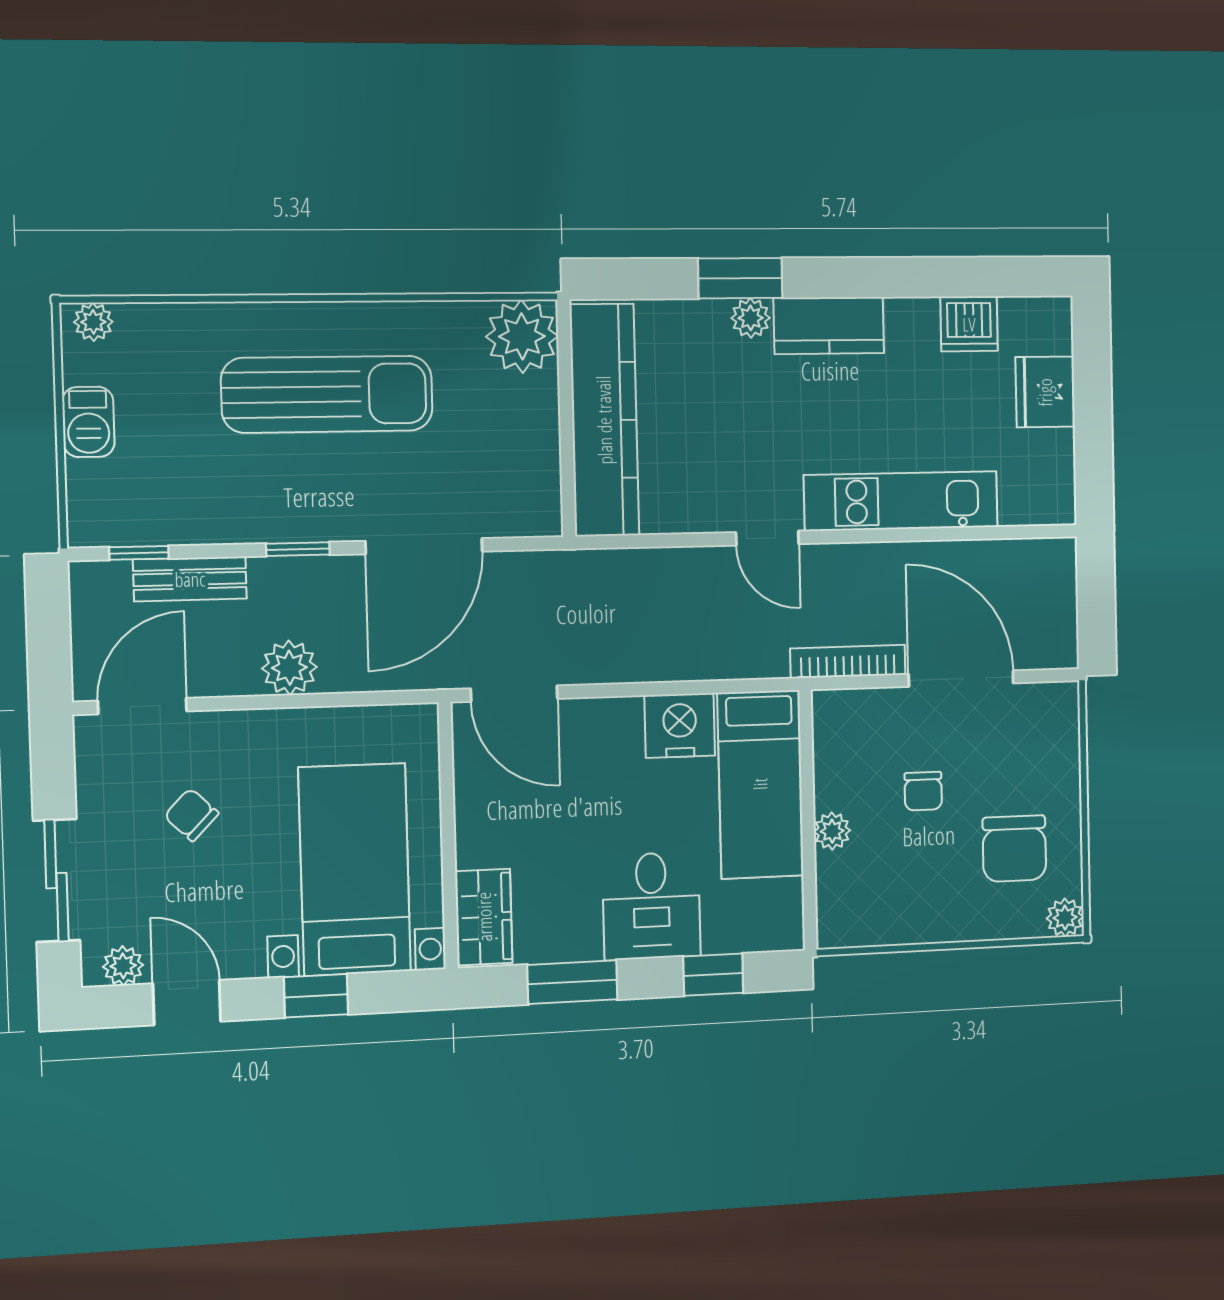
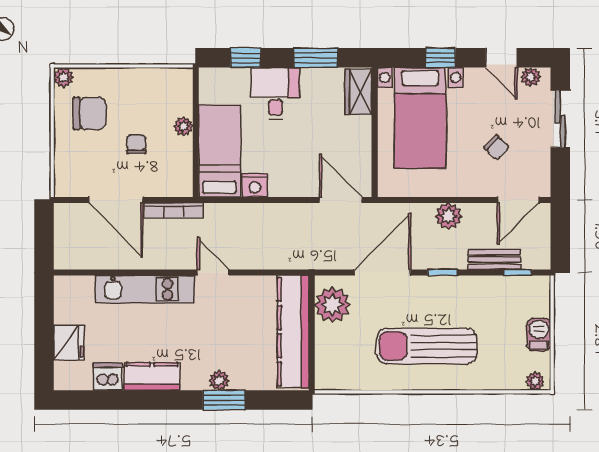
kitchen counter: (829, 326) -> (152, 377), moved
plant: (522, 336) -> (332, 305), moved
nightstand: (680, 725) -> (255, 185), width x0.74, depth x0.75
chair: (1014, 849) -> (89, 113), turned 90

